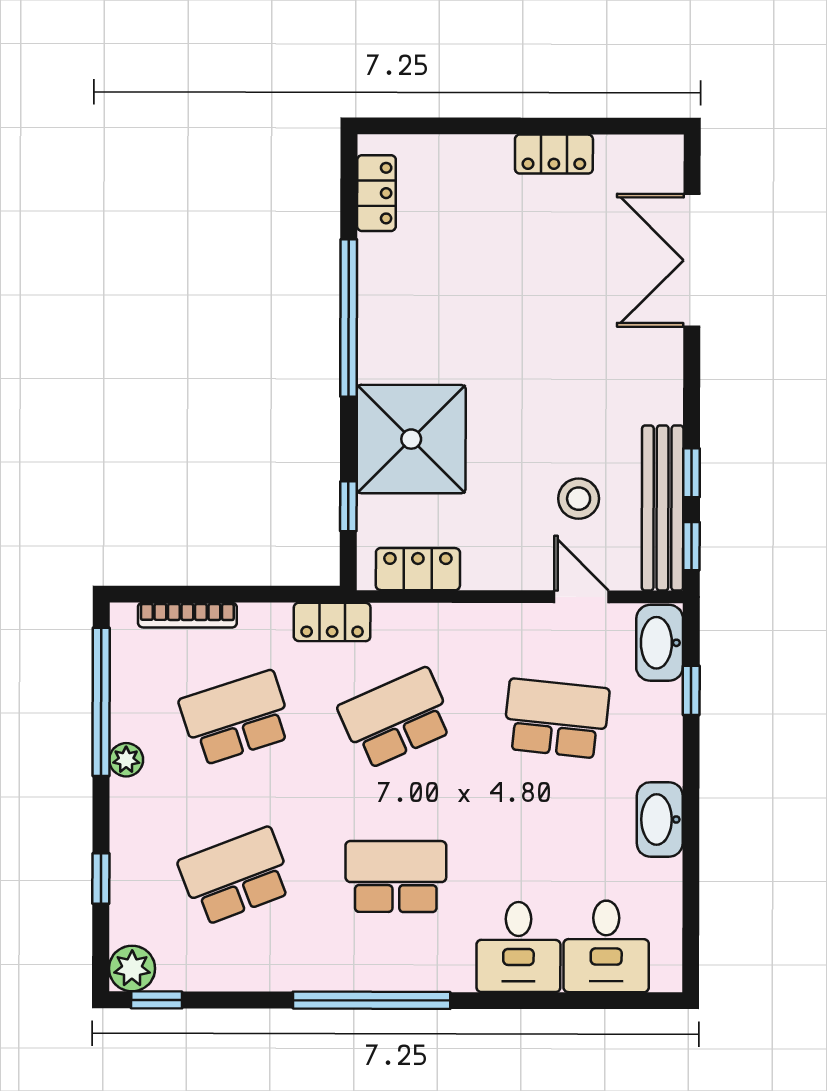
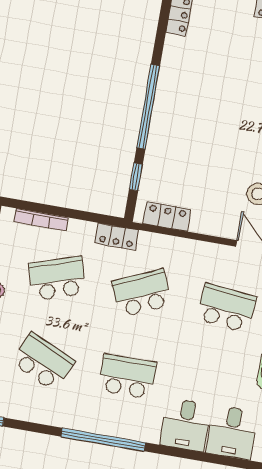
window: (349, 318) -> (148, 107), moved
shower: (411, 439) -> (175, 147), removed
school desk: (236, 876) -> (43, 362), turned 45

